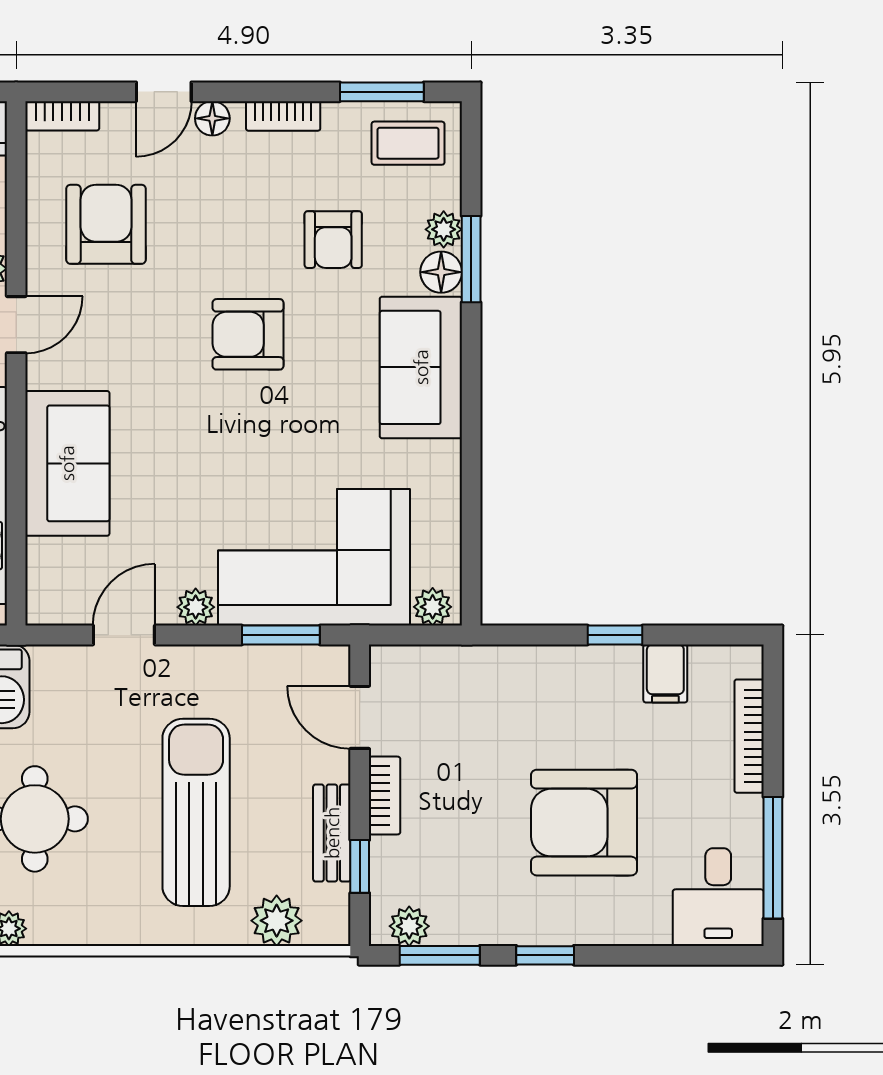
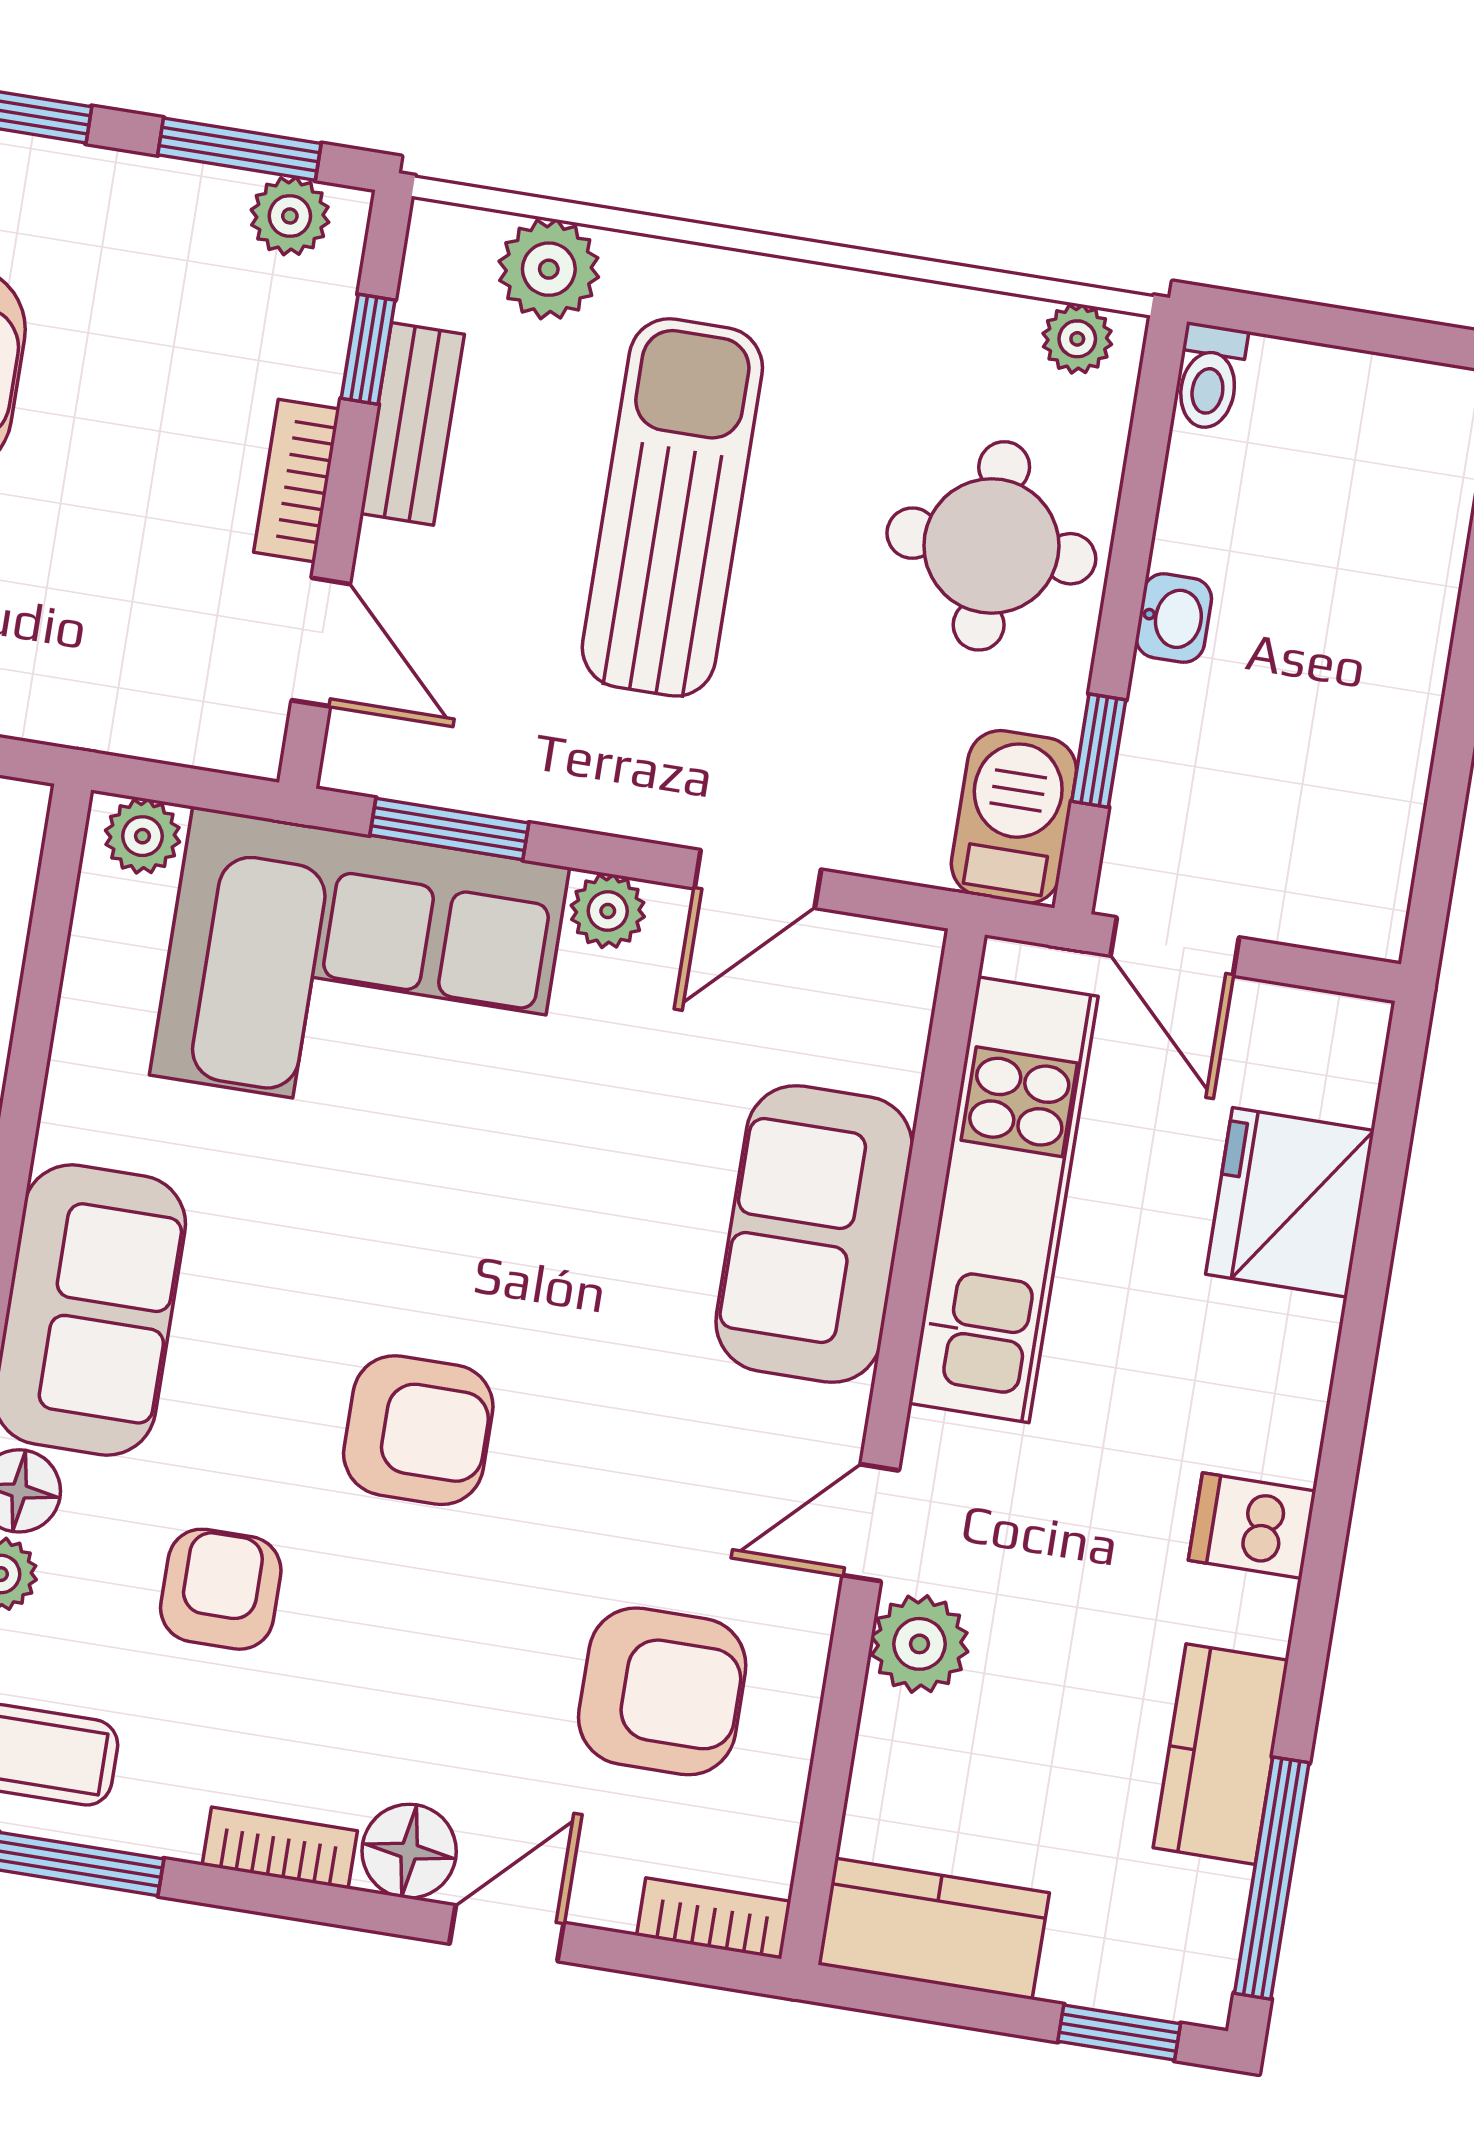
floor lamp: (212, 118) -> (409, 1851), width x1.37, depth x1.37
armchair: (106, 224) -> (662, 1691), turned -90
sun lounger: (196, 812) -> (672, 507), turned 180

